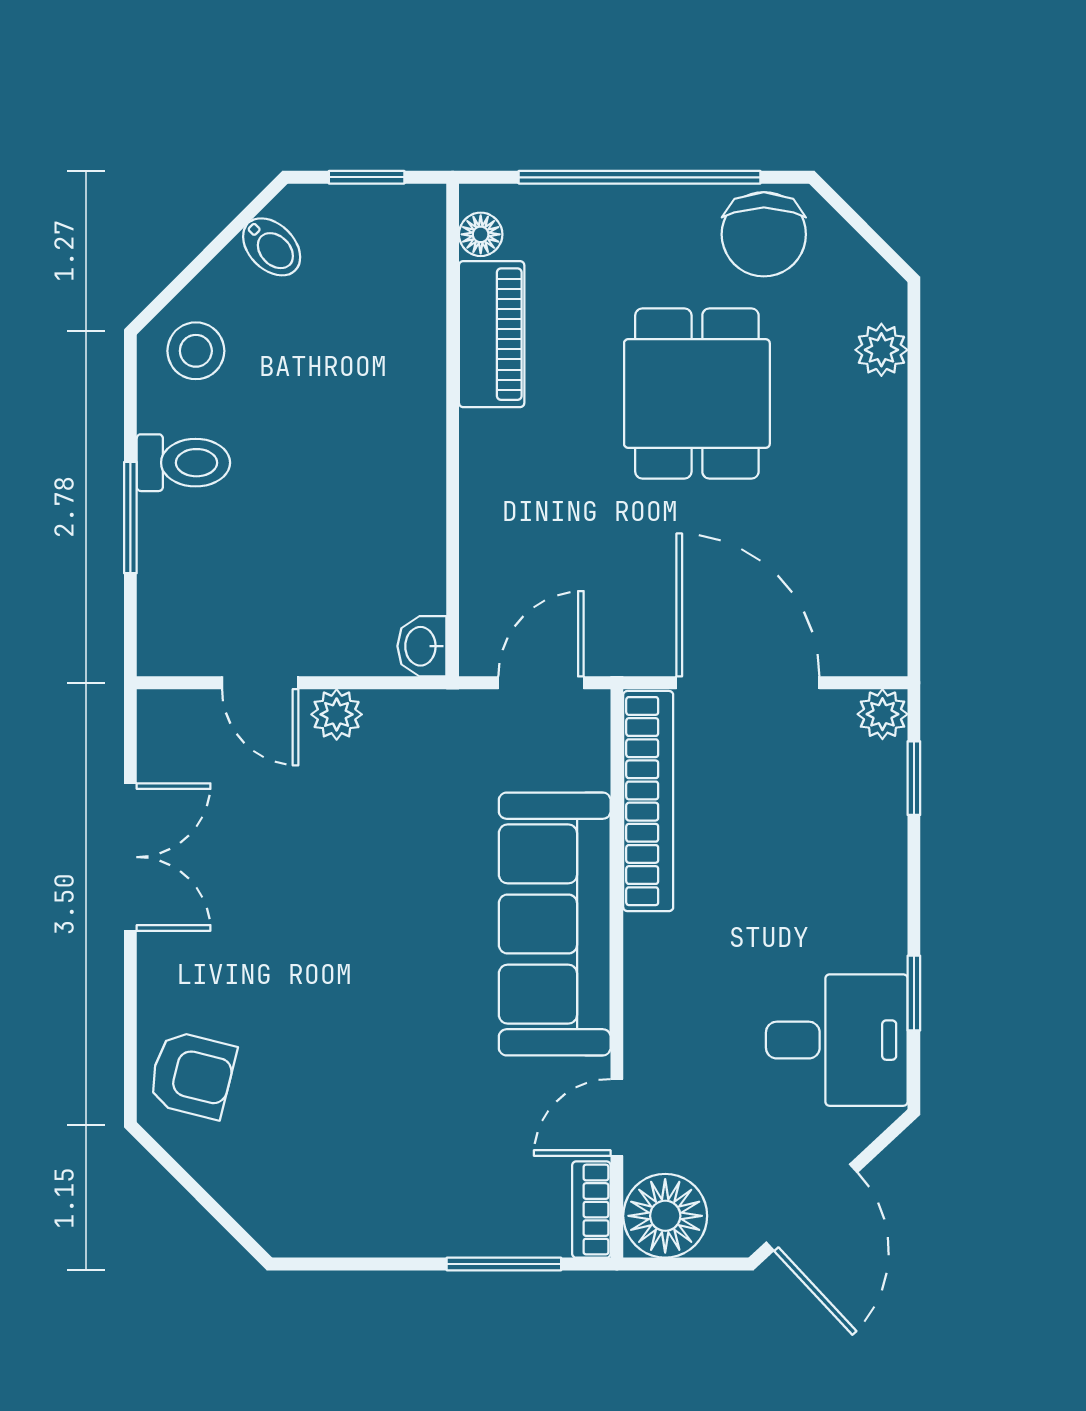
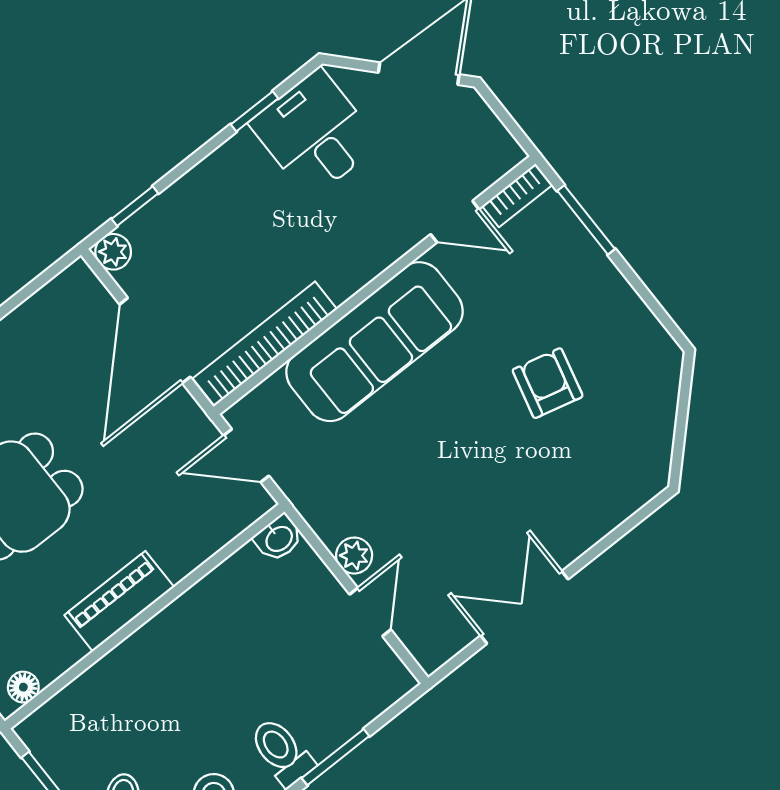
piano: (492, 334) -> (119, 601), moved
armchair: (192, 1075) -> (548, 383), moved
floor lamp: (665, 1216) -> (488, 151), removed

